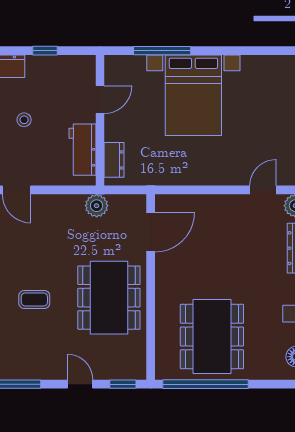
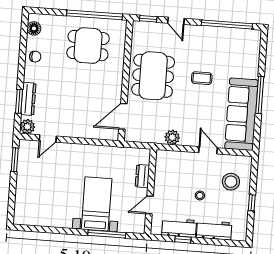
bed with nightstands: (193, 95) -> (97, 204), width x0.73
workbench: (82, 150) -> (179, 228), moved, turned -90
dresser: (114, 160) -> (142, 176), moved
plant: (97, 206) -> (172, 137), moved
dining table: (212, 336) -> (88, 46), width x0.73

